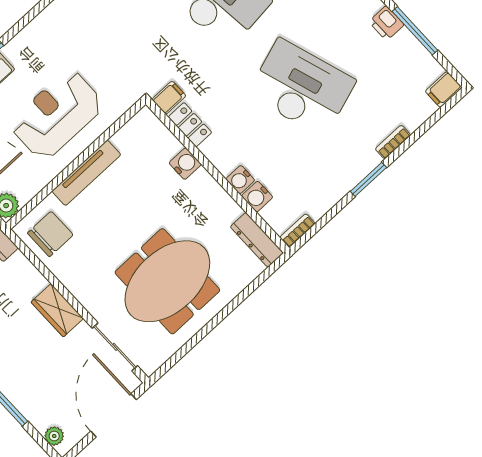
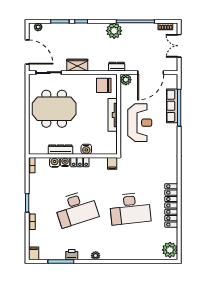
locker: (190, 125) -> (80, 162), moved
chair: (50, 234) -> (104, 85), turned 90
dresser: (257, 240) -> (60, 150), moved
meeting table: (167, 281) -> (54, 109), turned 90

